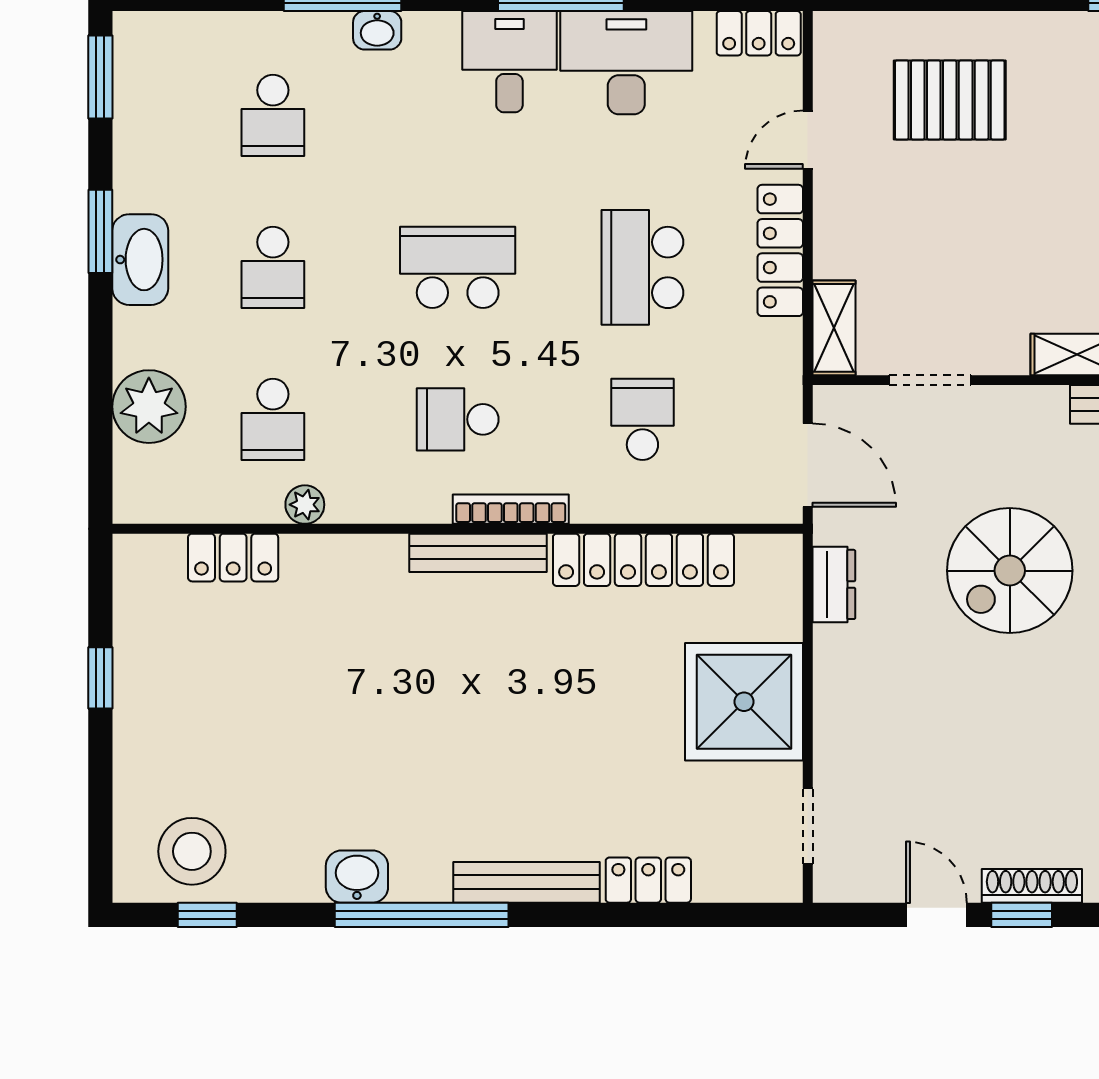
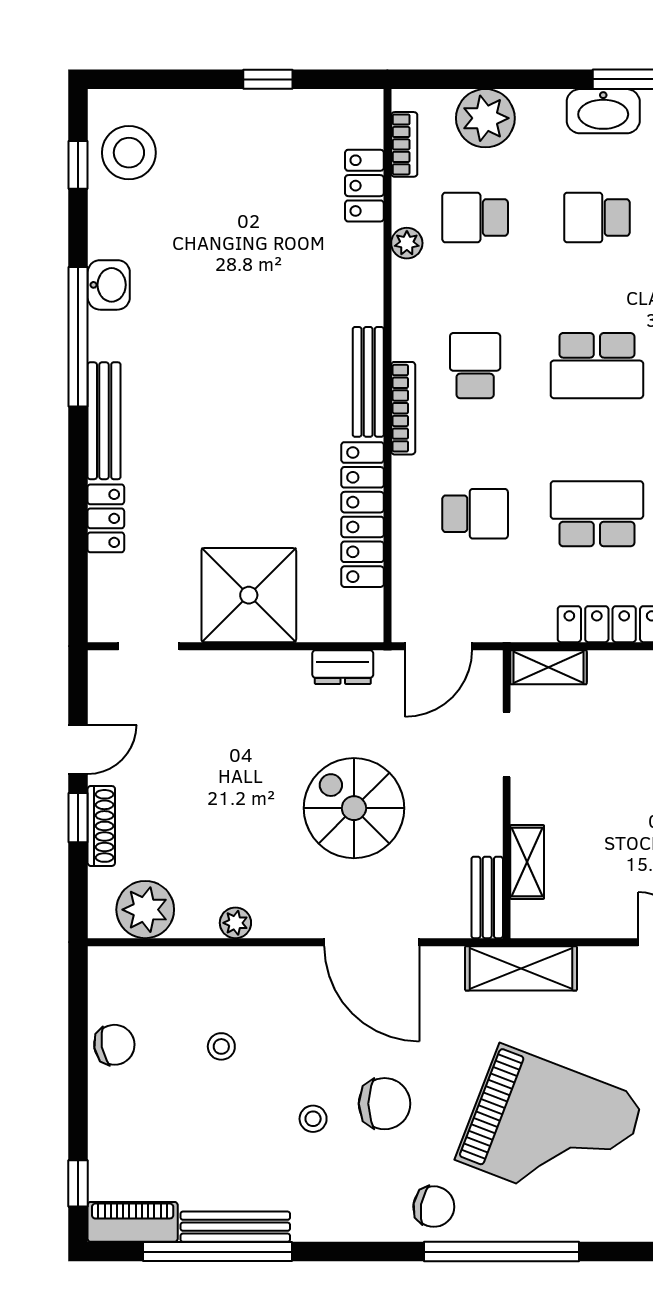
school desk: (458, 267) -> (597, 366), turned 90
bookcase: (182, 508) -> (404, 144), added

